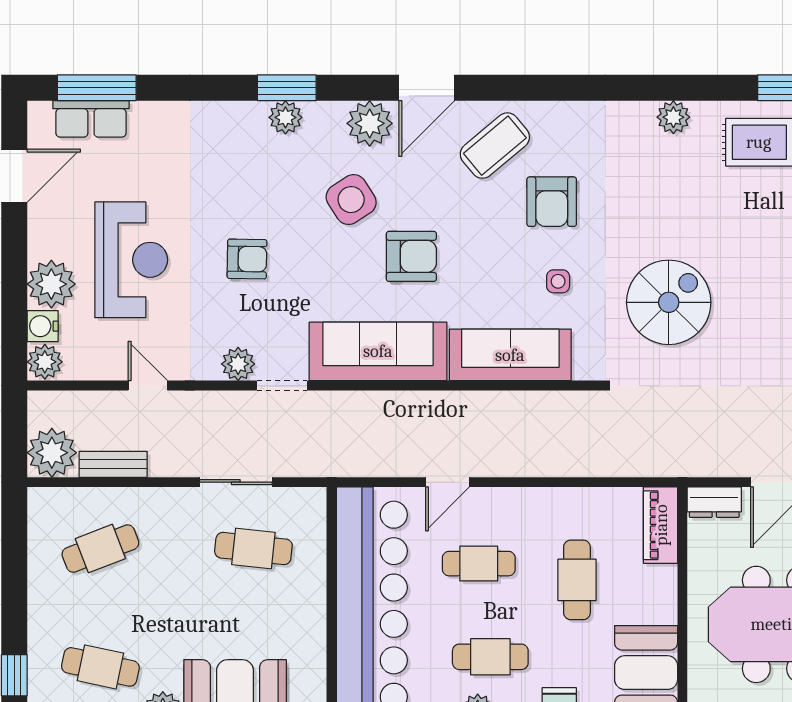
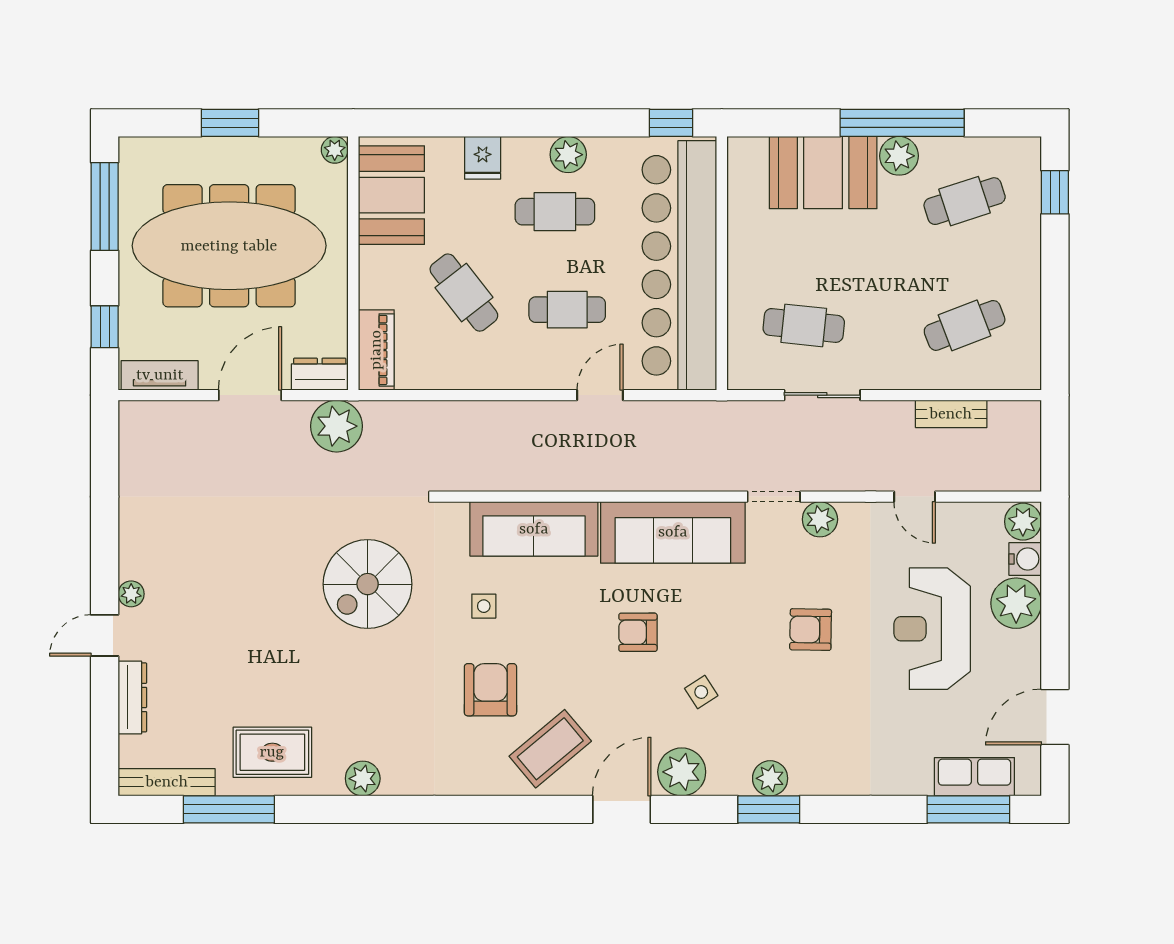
side table: (351, 200) -> (701, 692), width x0.54, depth x0.54
armchair: (411, 256) -> (638, 632), width x0.72, depth x0.72
plant: (52, 453) -> (337, 426), moved
cafe table: (577, 580) -> (464, 293), turned -38
cafe table: (100, 667) -> (965, 201), turned -30

